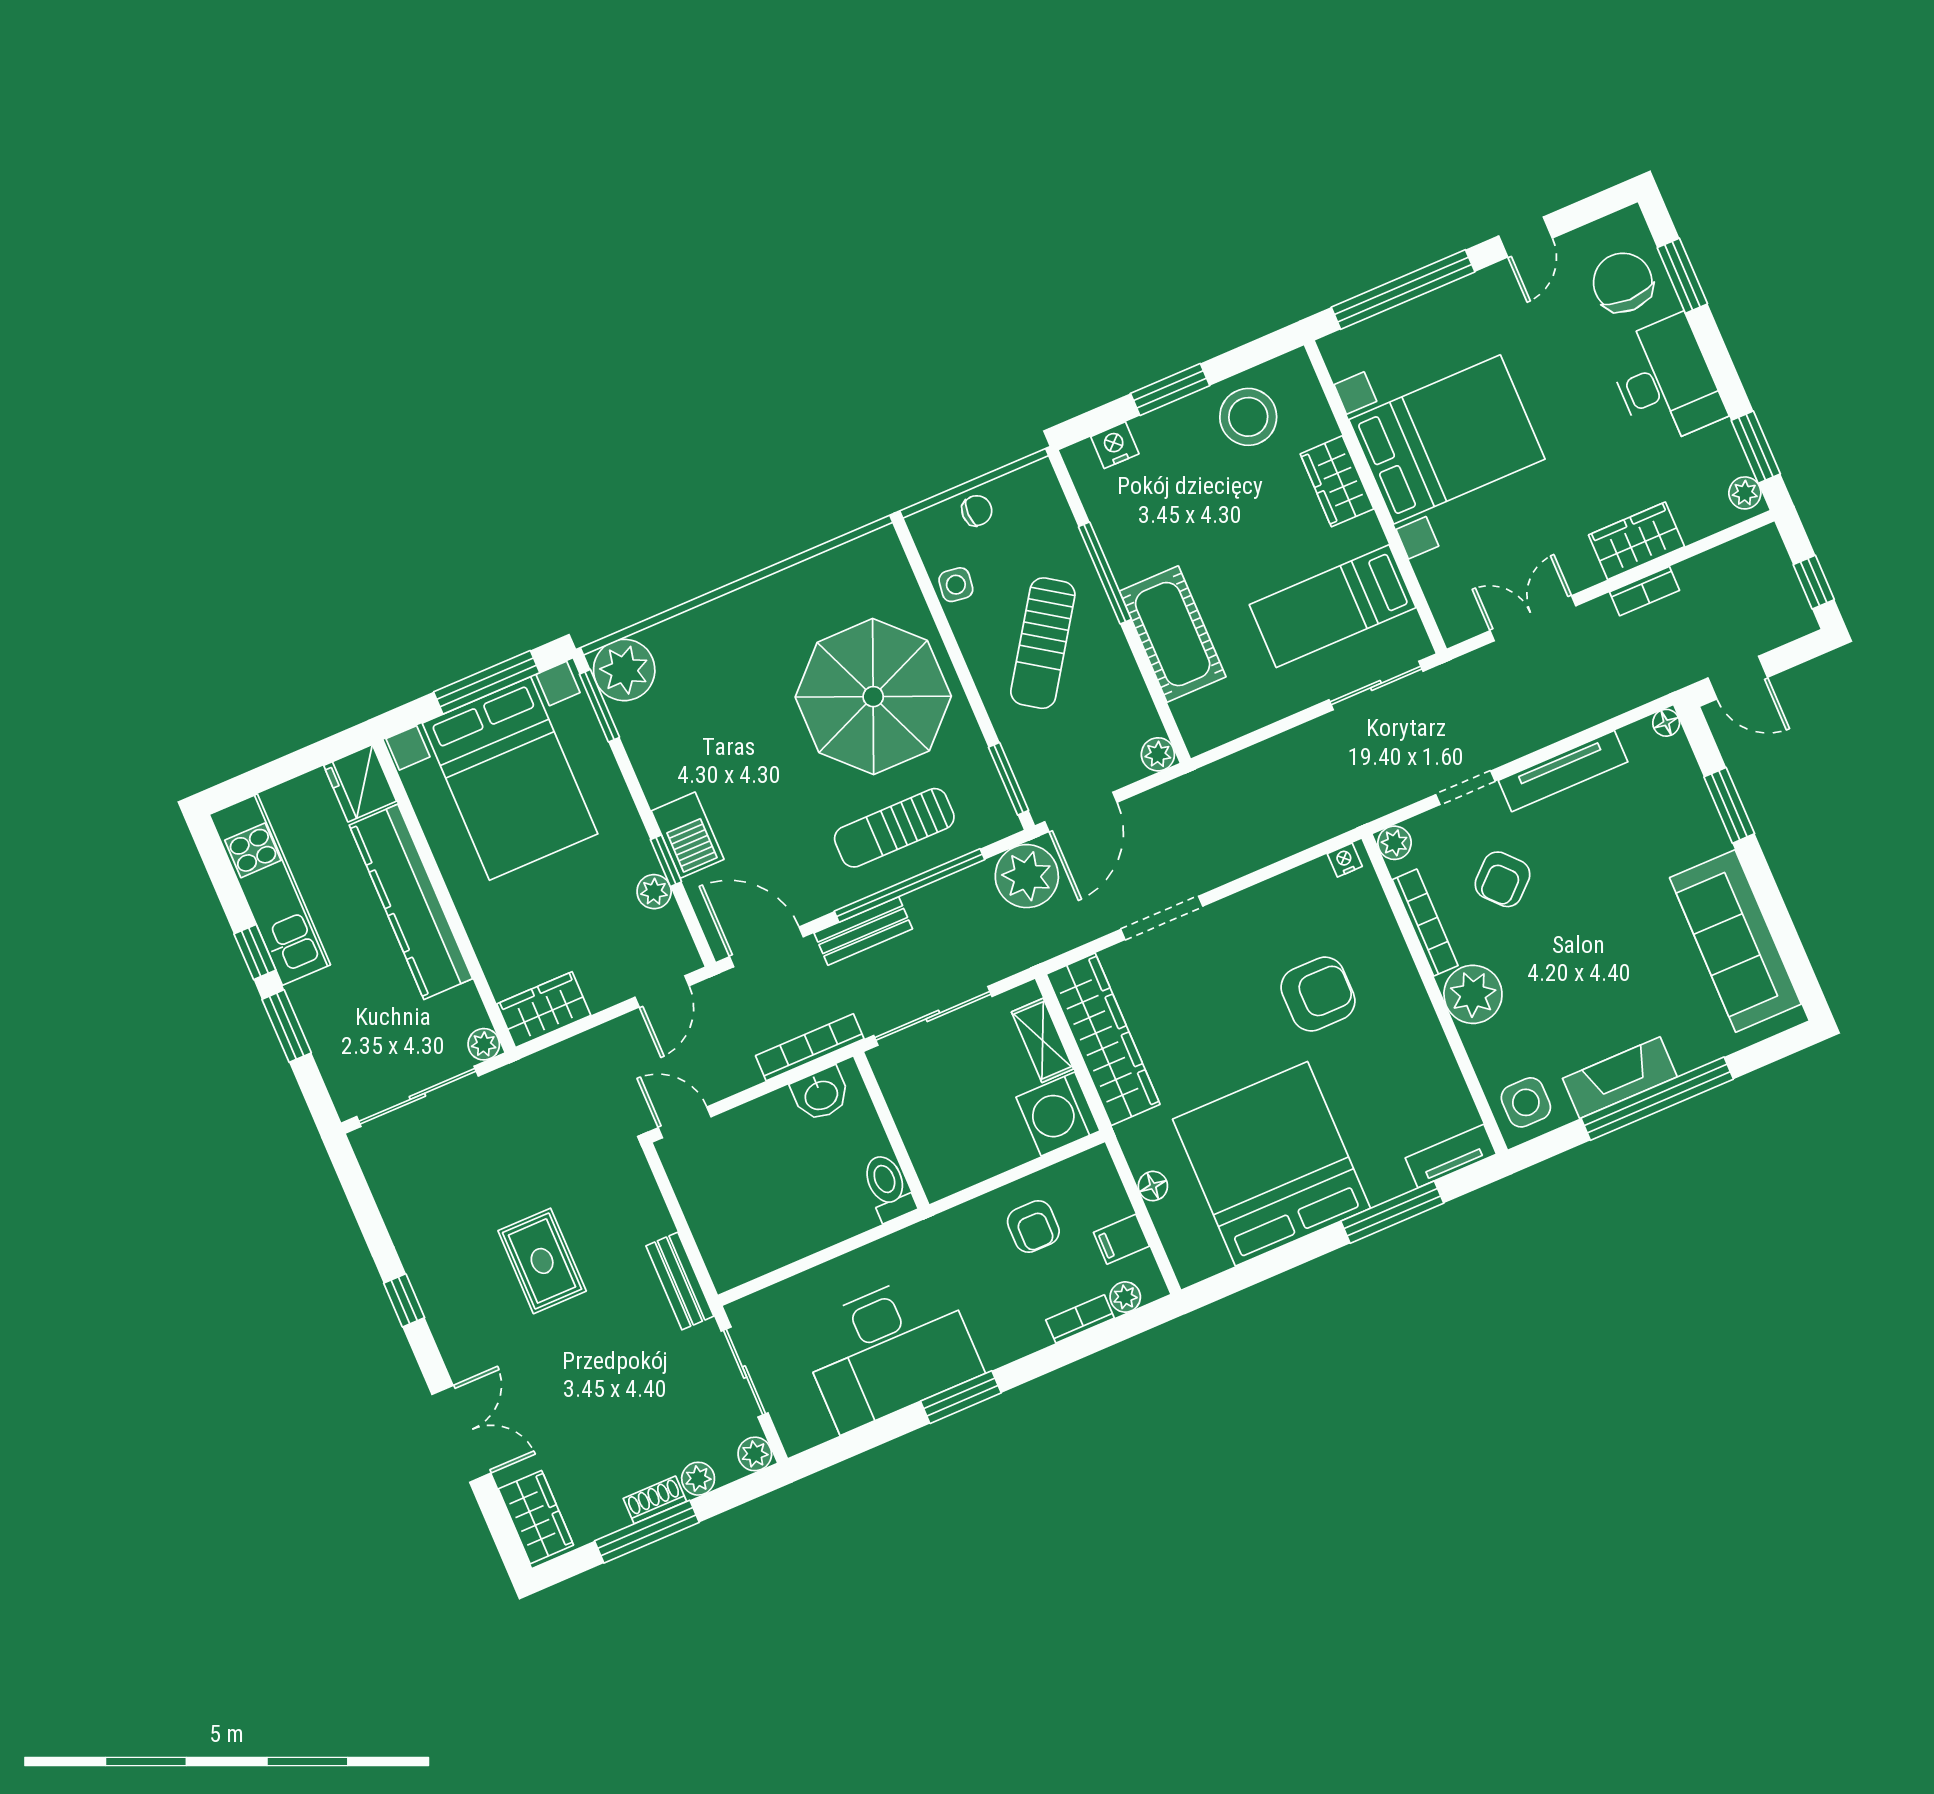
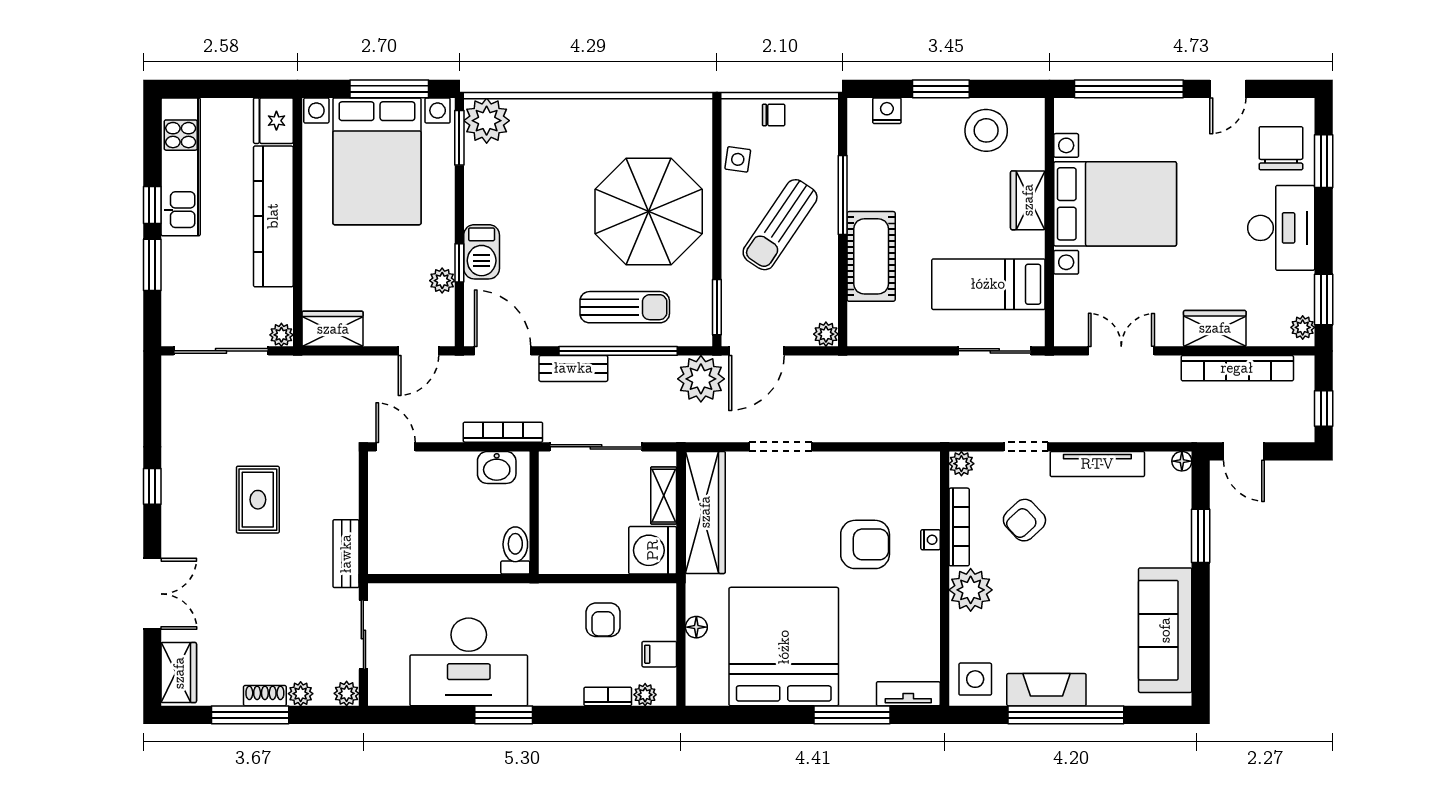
bookcase: (1645, 591) -> (1237, 368), width x2.31, depth x1.31
sun lounger: (894, 828) -> (625, 307), turned 180
nightstand: (1345, 860) -> (931, 540), moved, turned 90

